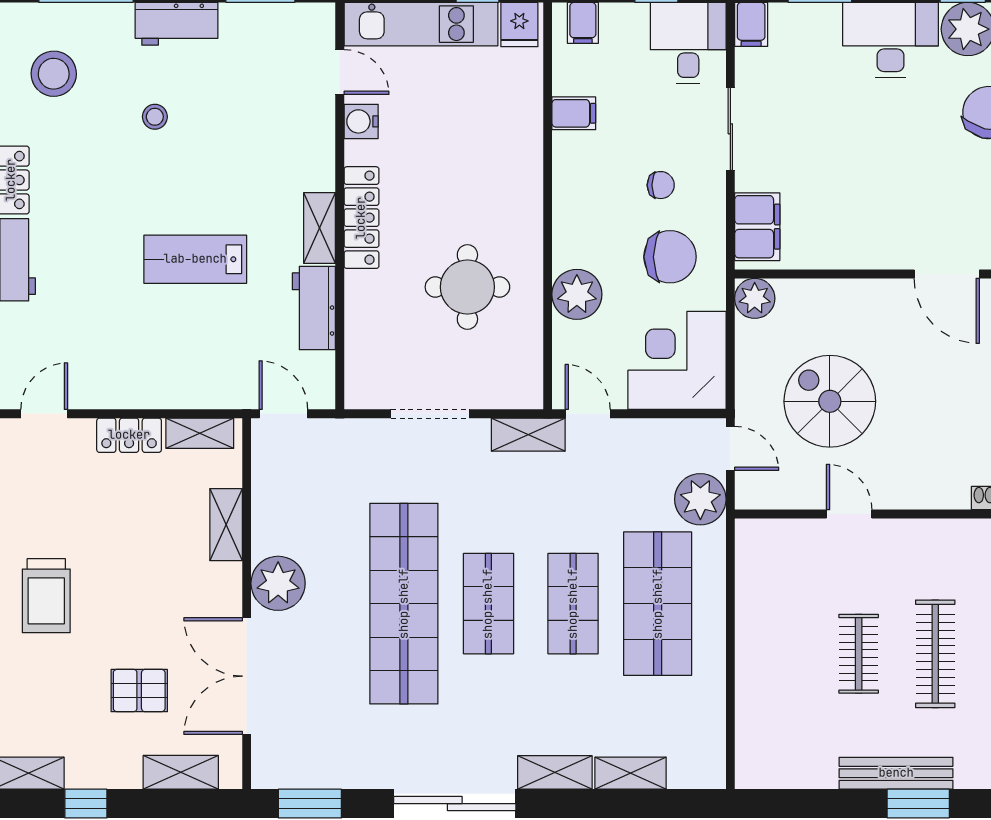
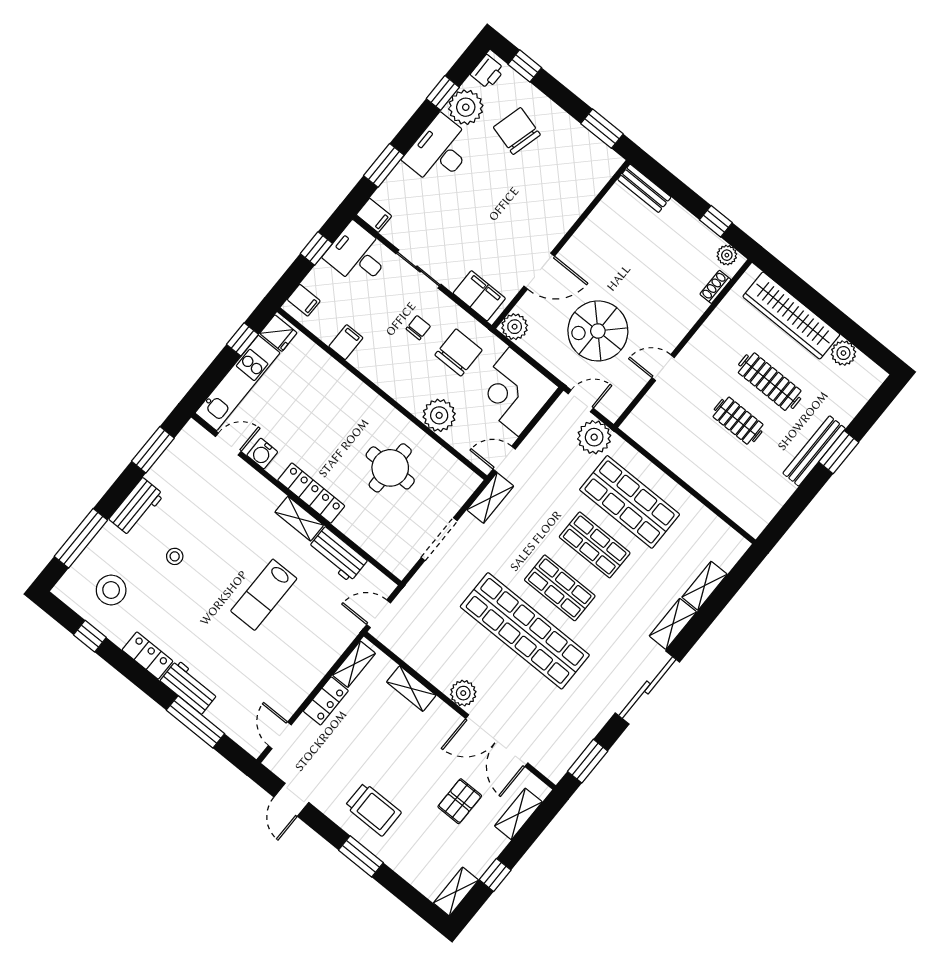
door: (947, 274) -> (539, 271), moved
plant: (278, 583) -> (463, 693), width x0.73, depth x0.73

